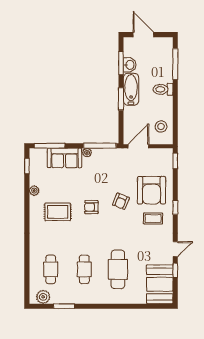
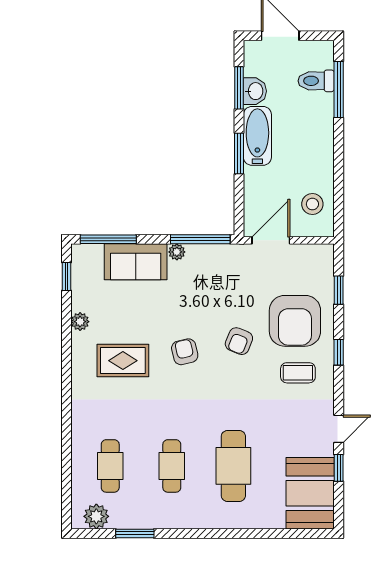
toilet: (163, 89) -> (316, 81), moved
window: (175, 161) -> (339, 290), moved
armchair: (91, 207) -> (185, 352), turned 77

